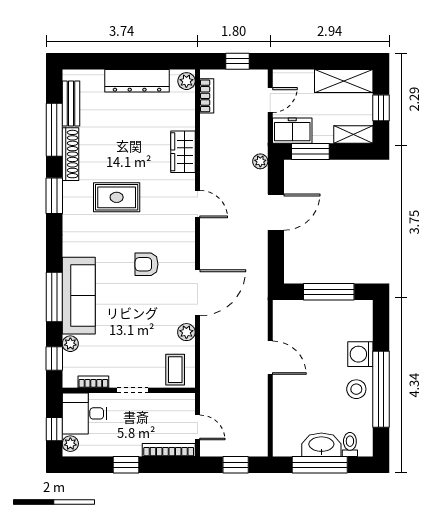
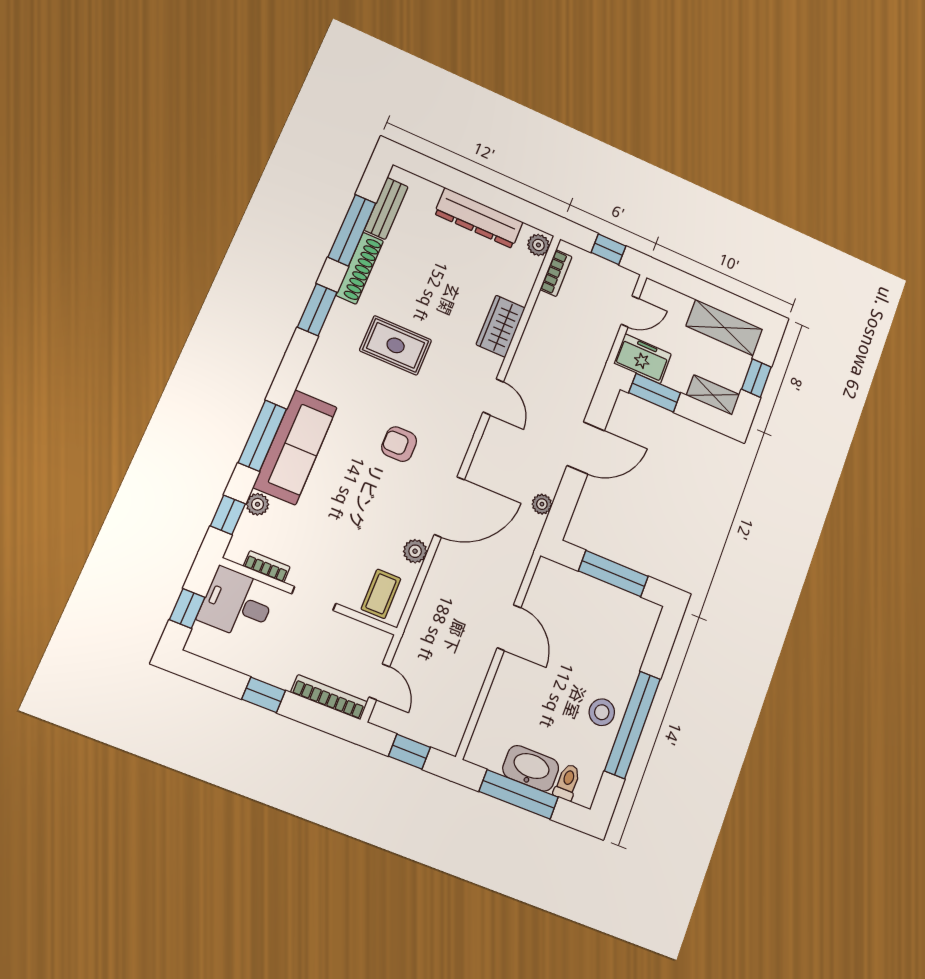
plant: (260, 161) -> (542, 504), moved
washing machine: (360, 354) -> (623, 669), removed
plant: (70, 444) -> (200, 637), removed

